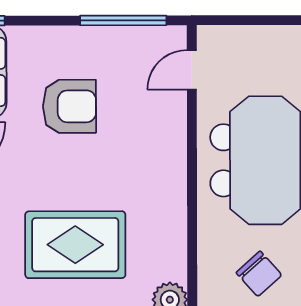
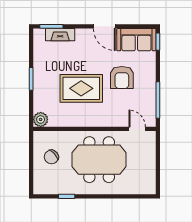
rug: (75, 245) -> (81, 88), moved, turned 90

